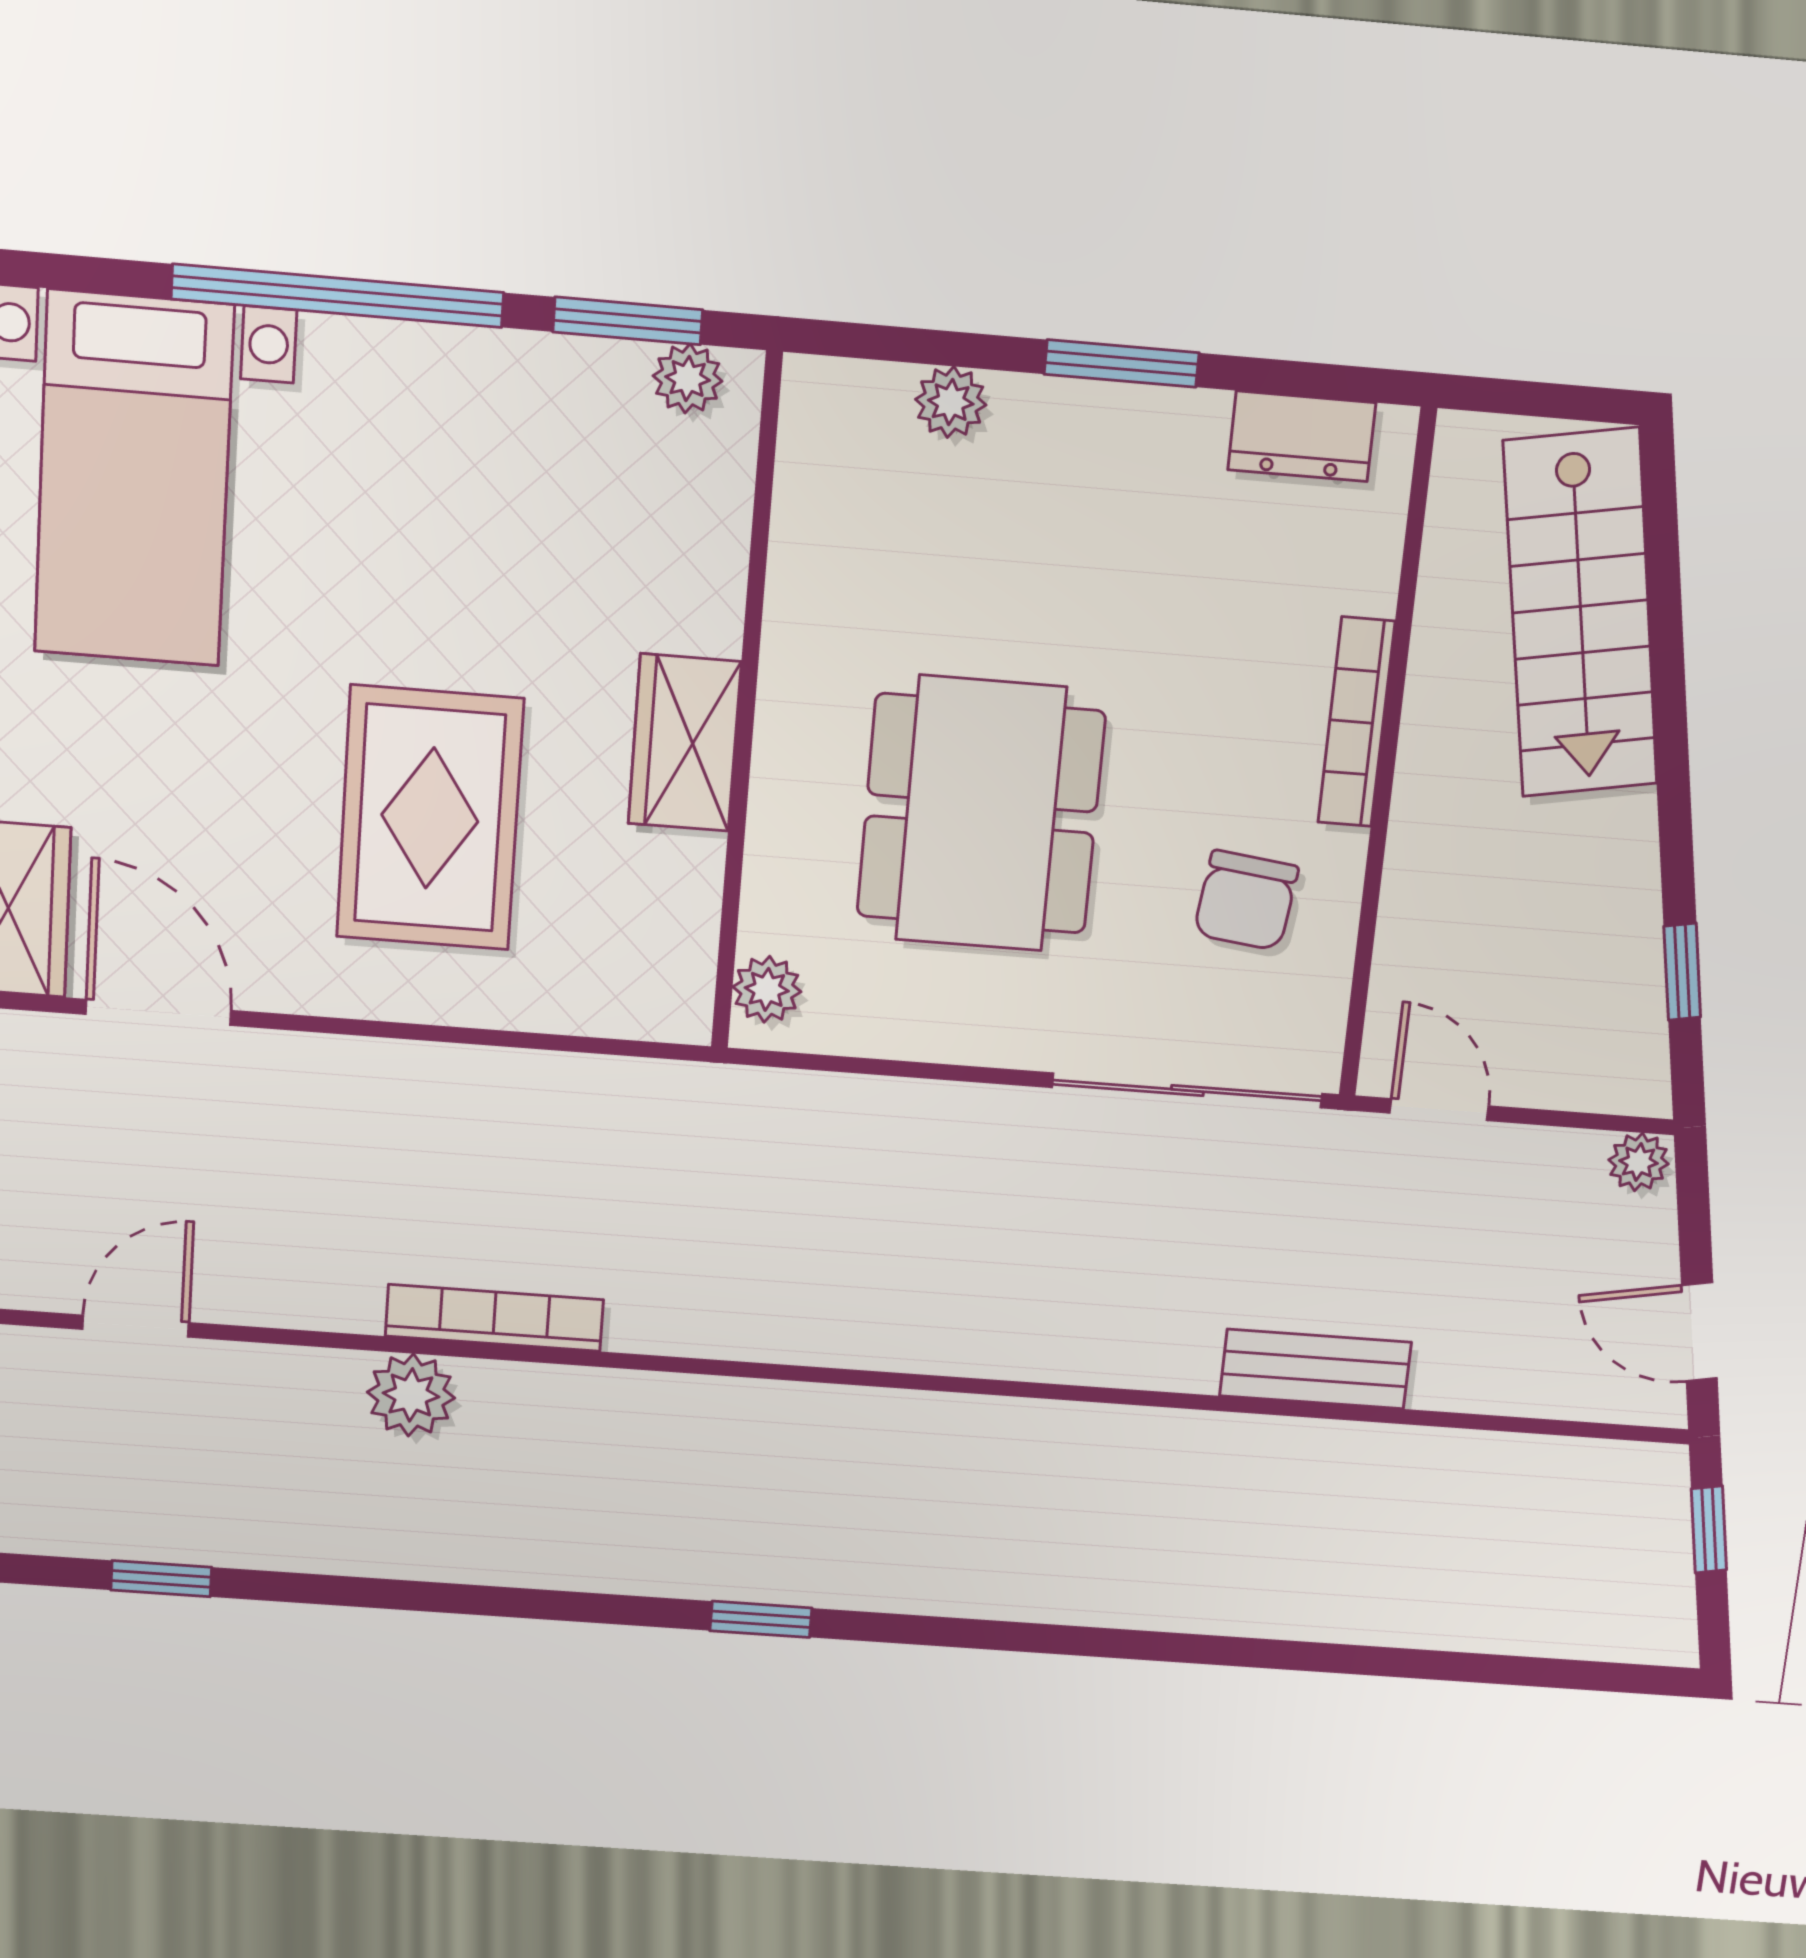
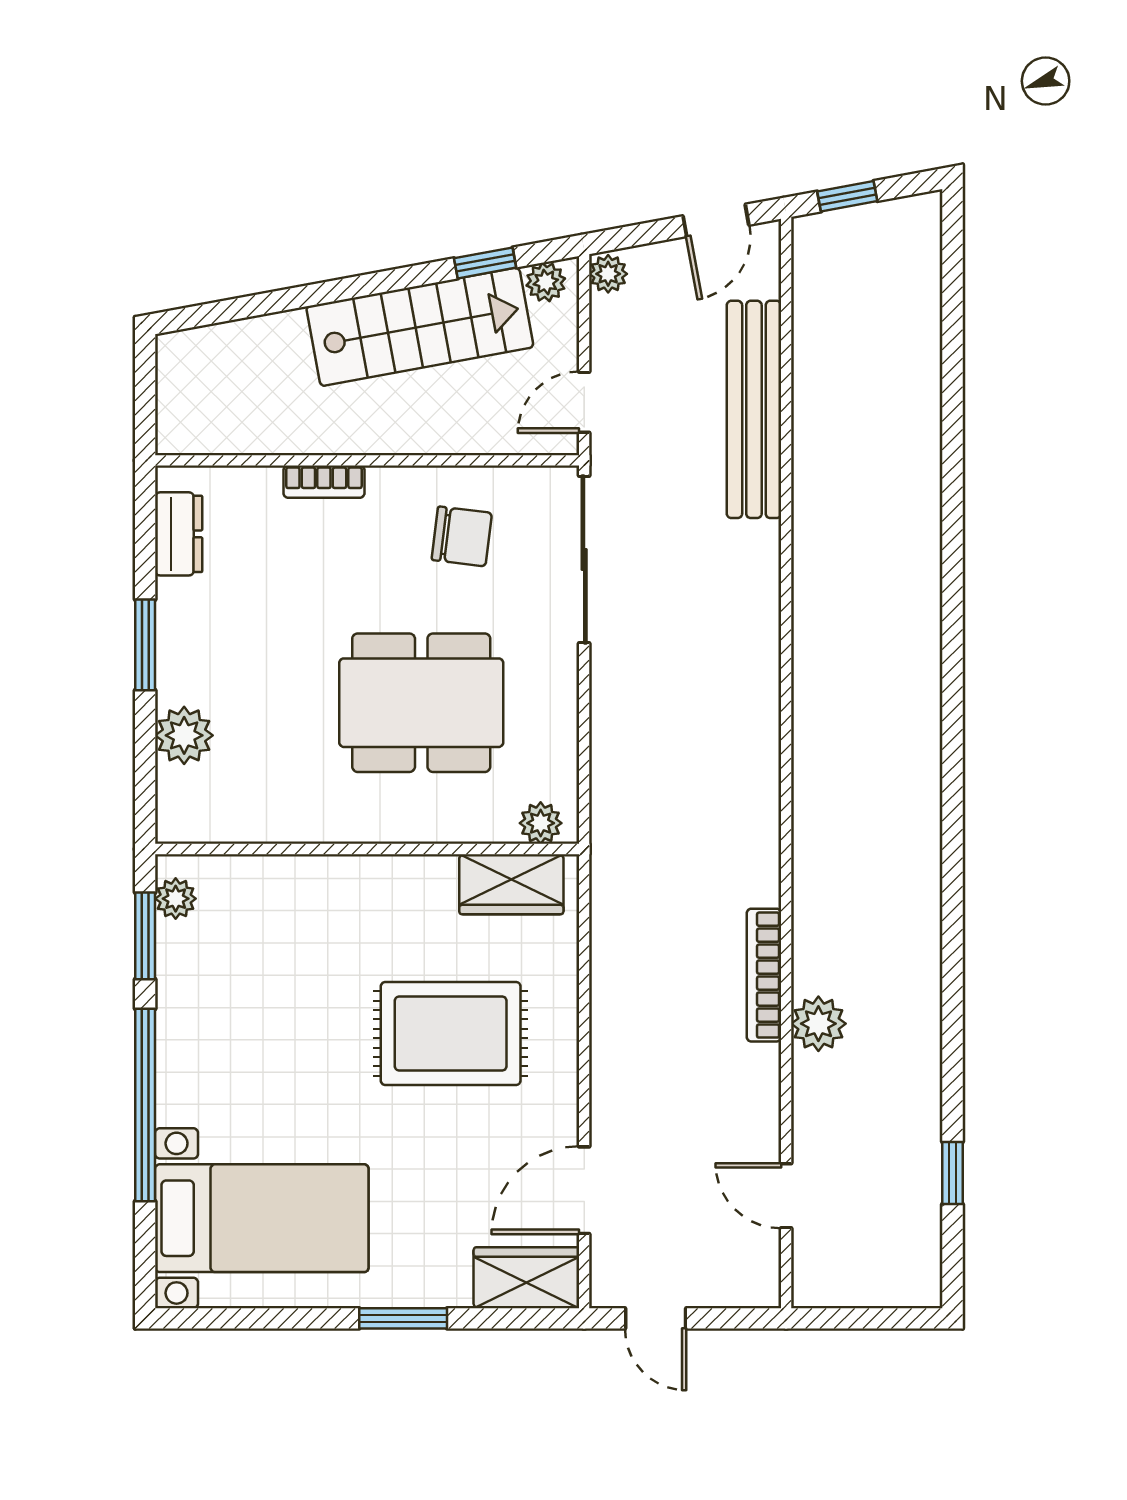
plant: (951, 402) -> (184, 735), width x1.38, depth x1.38
stairs: (1581, 614) -> (420, 327), moved
bookcase: (1356, 722) -> (324, 482), width x0.64
wardrobe: (685, 743) -> (511, 884), moved
plant: (1639, 1065) -> (546, 282), added
bench: (1315, 1369) -> (754, 409), width x1.86, depth x1.21
window: (761, 1619) -> (953, 794), removed

